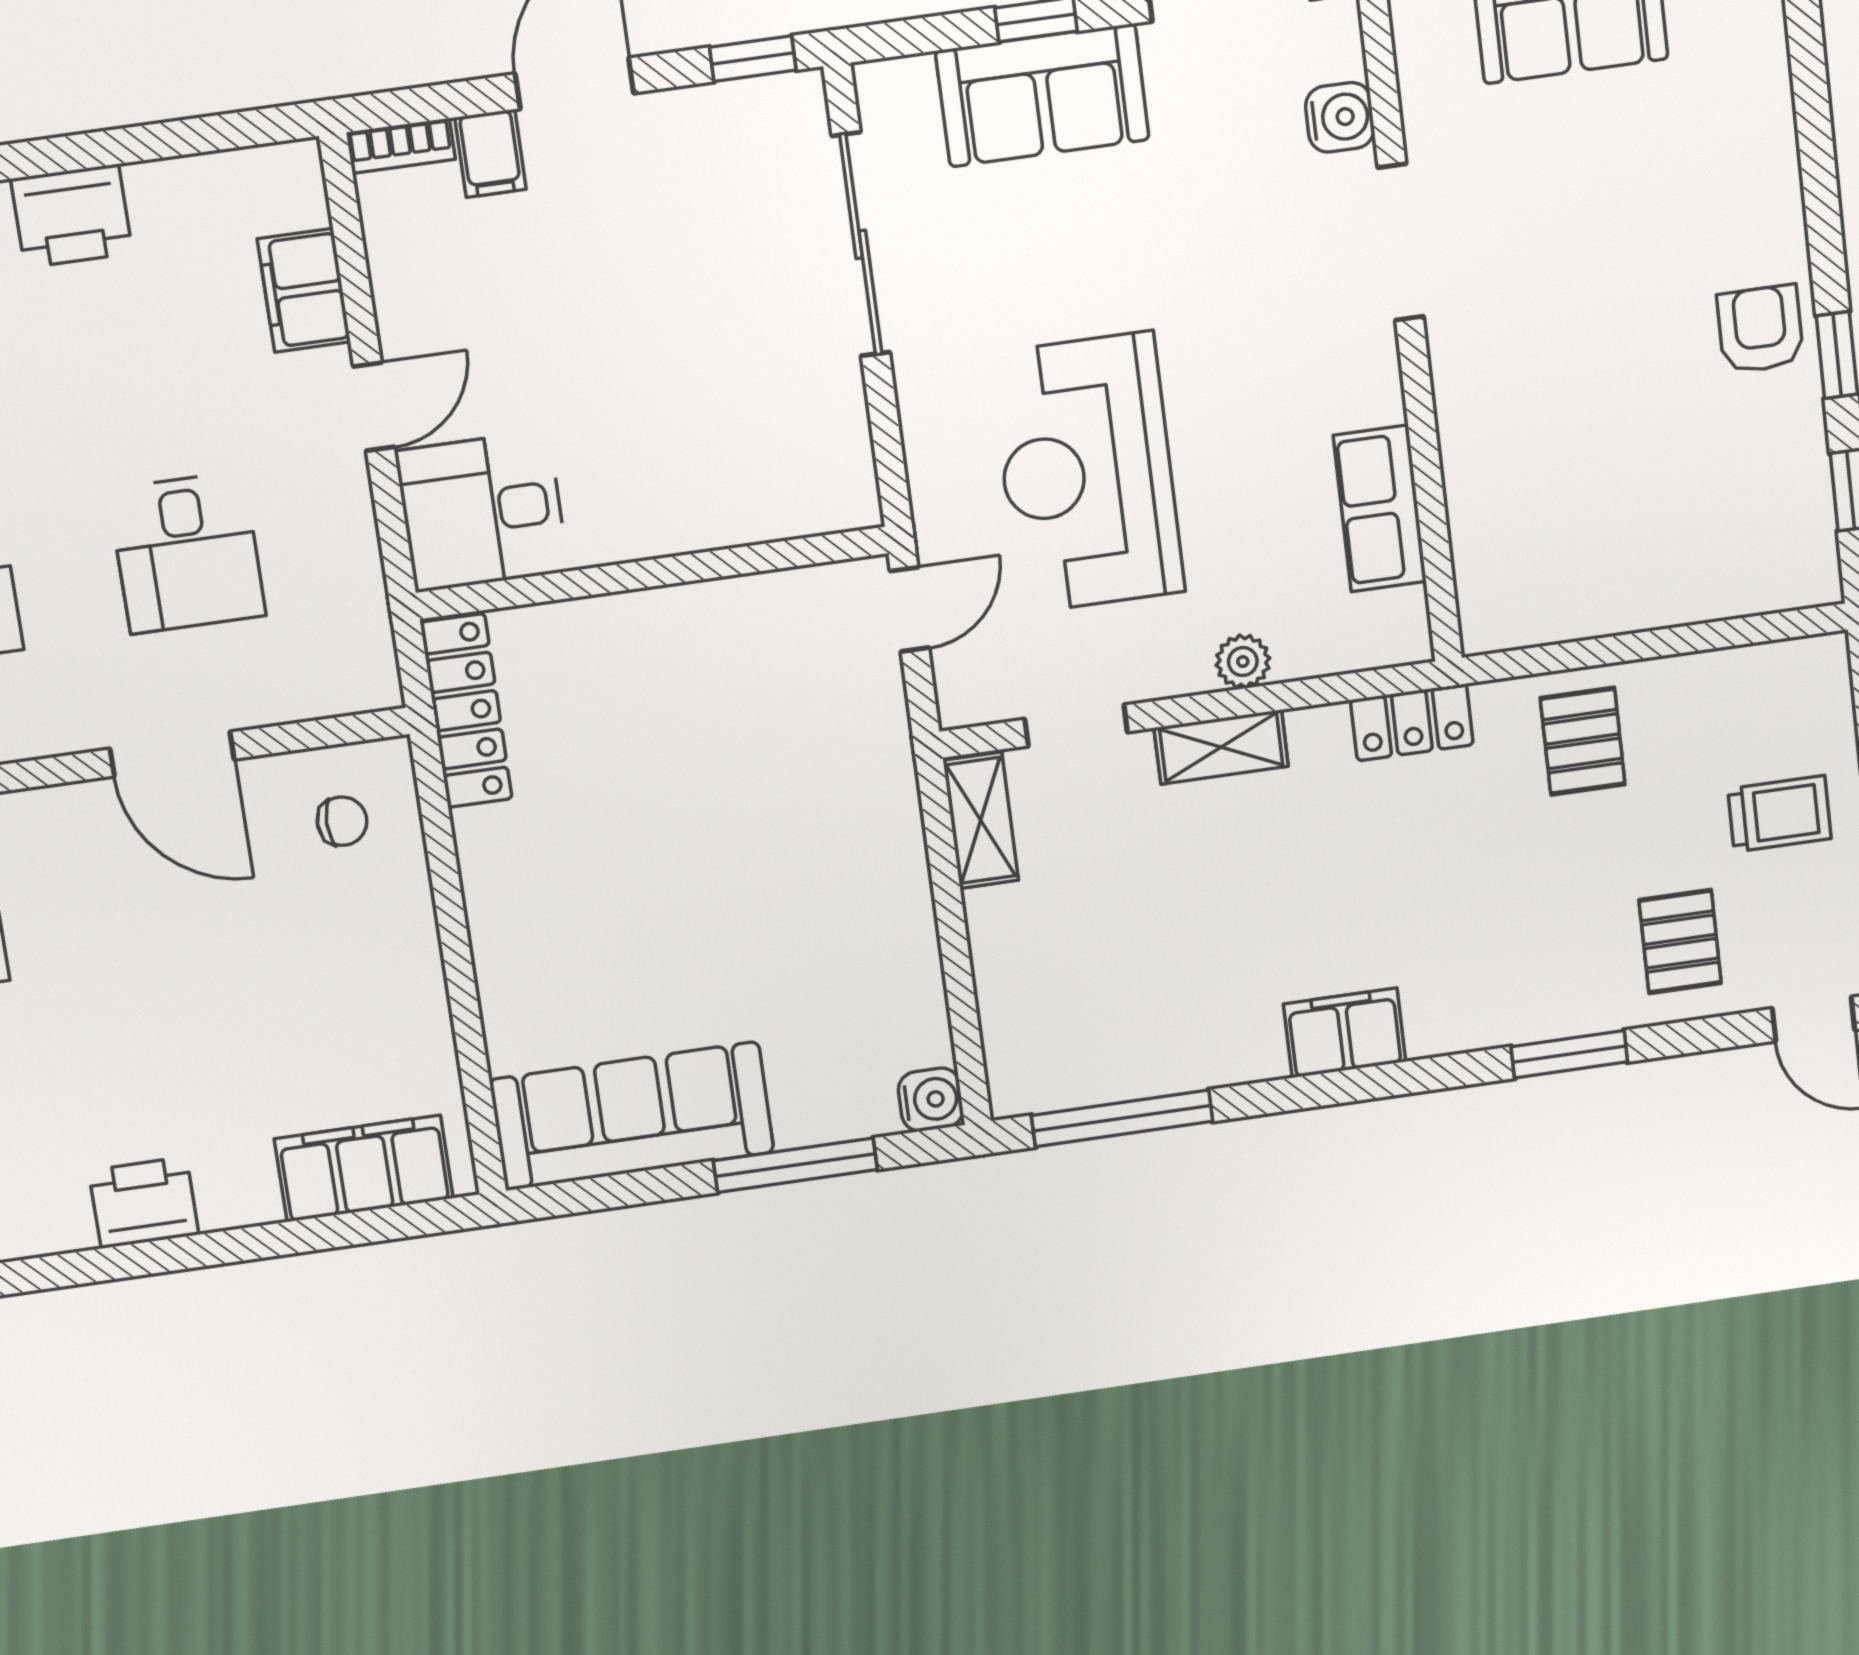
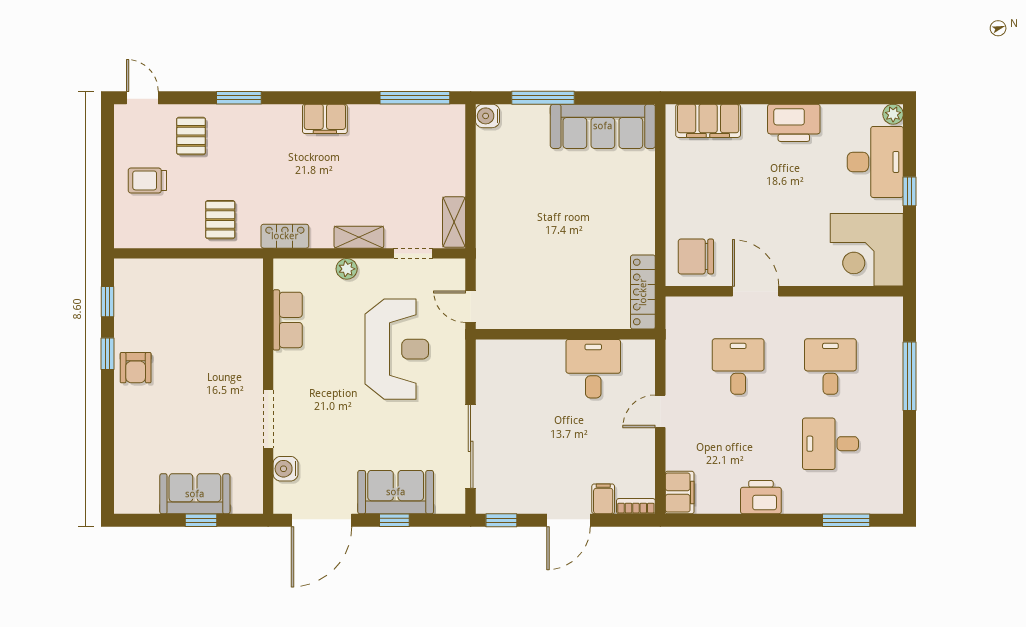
filing cabinet: (304, 290) -> (680, 492), moved
desk: (482, 511) -> (593, 369), moved, turned -90
door: (909, 609) -> (471, 307), hinge flipped
chair: (342, 821) -> (696, 257), width x1.87, depth x1.87
printer: (144, 1203) -> (794, 123), width x1.37, depth x1.19

